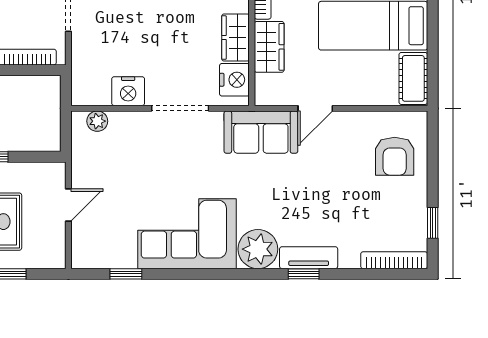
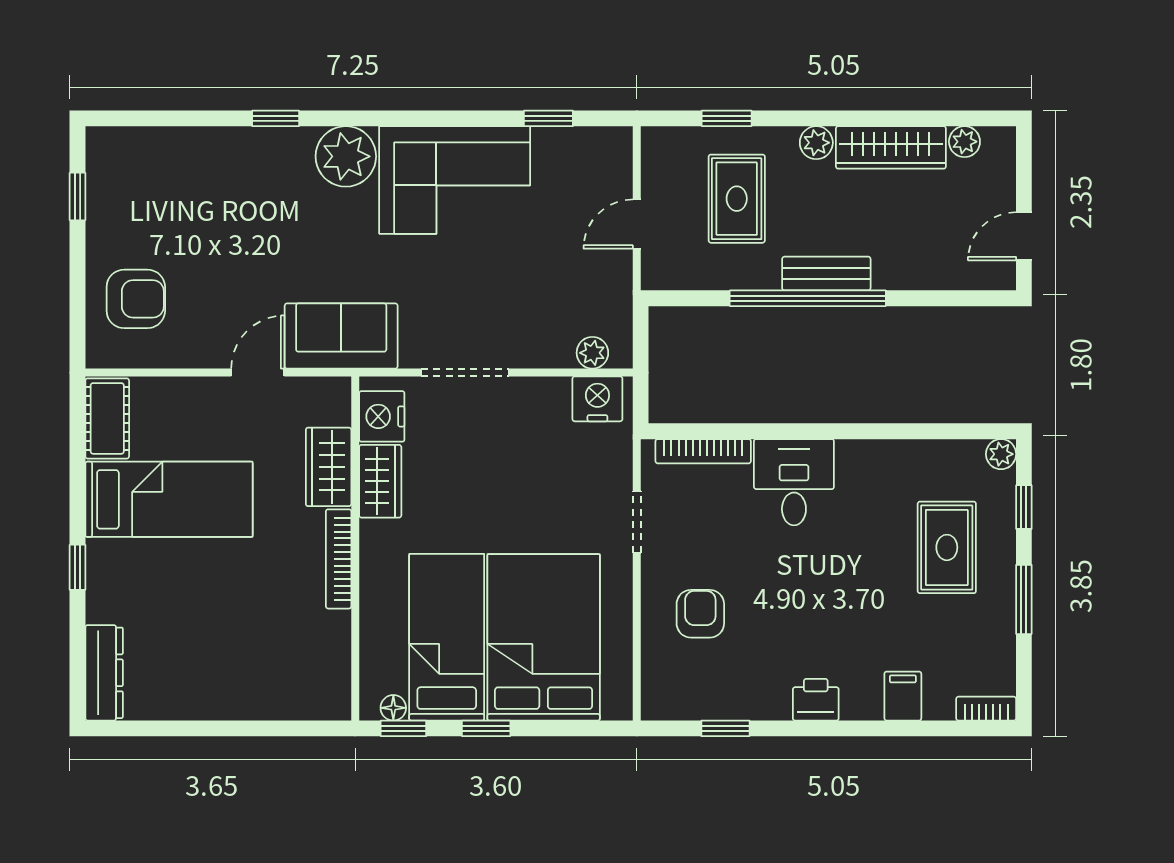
nightstand: (128, 91) -> (597, 399), moved
armchair: (395, 156) -> (136, 299), turned 90
tv unit: (309, 258) -> (268, 143), removed
bookcase: (394, 260) -> (137, 139), removed

